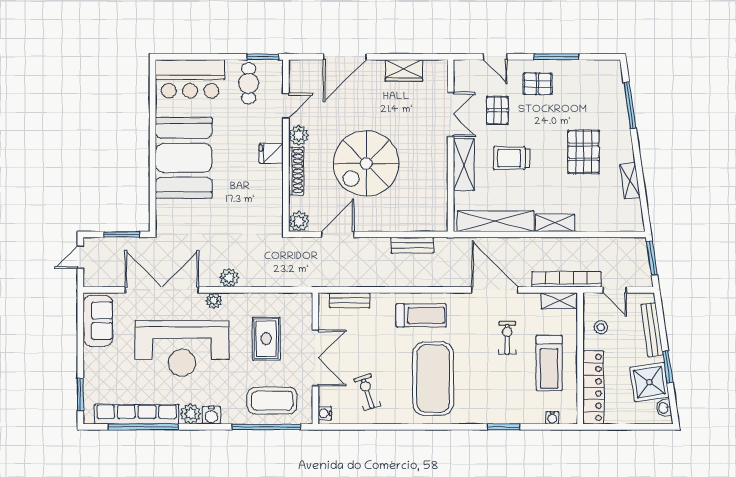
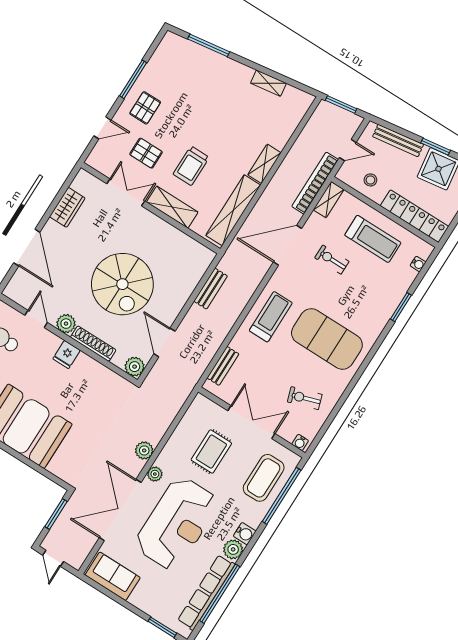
pallet: (584, 152) -> (222, 106), removed
rug: (266, 339) -> (211, 452), turned 90

